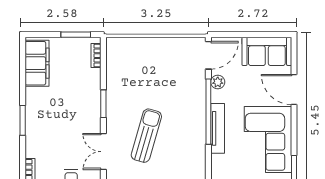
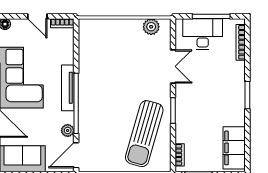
sun lounger: (146, 136) -> (144, 134), moved, width x1.36, depth x1.34

